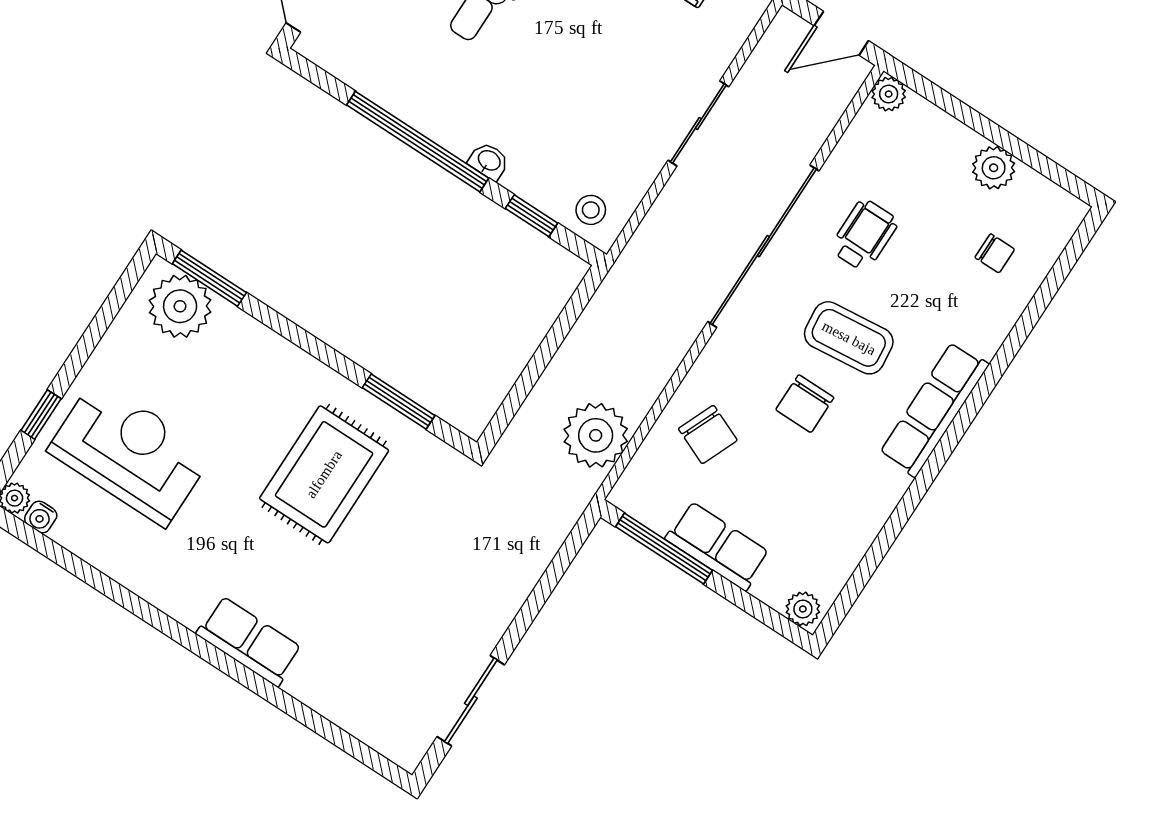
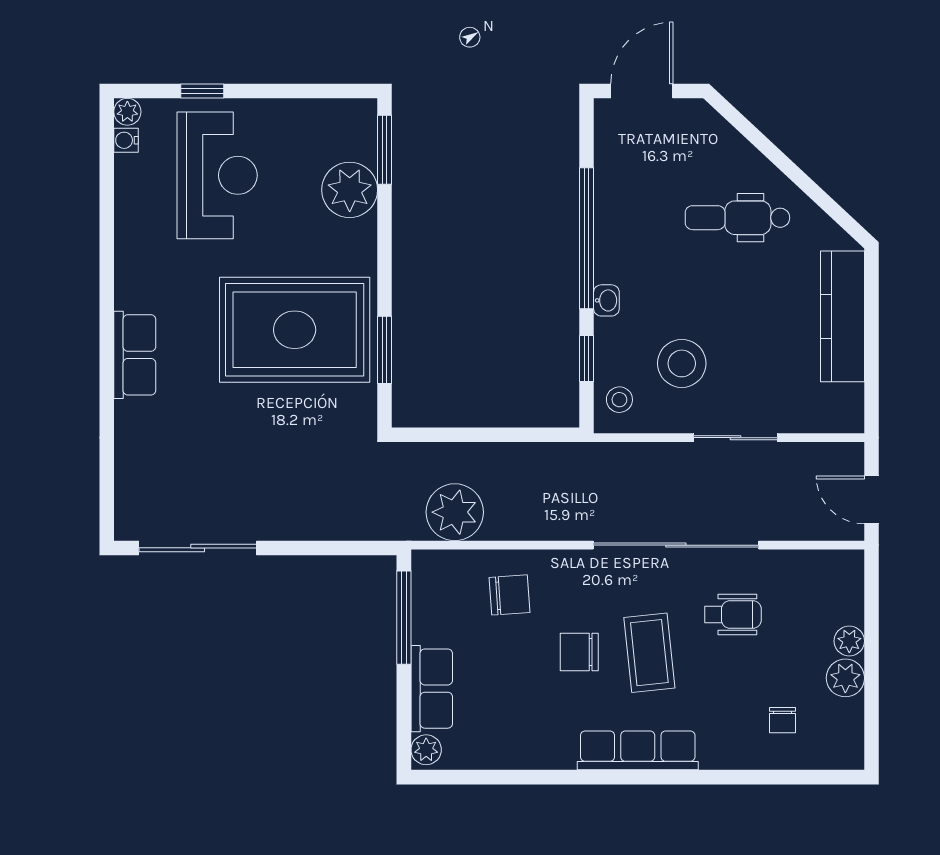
plant: (889, 94) -> (849, 641), moved
stool: (595, 129) -> (682, 363), added
plant: (180, 306) -> (350, 190), moved
chair: (708, 435) -> (510, 595), turned -117
rug: (324, 474) -> (295, 330), width x1.37, depth x1.44
row of seats: (718, 546) -> (432, 689), moved
sliding door: (471, 701) -> (198, 548), width x1.37

